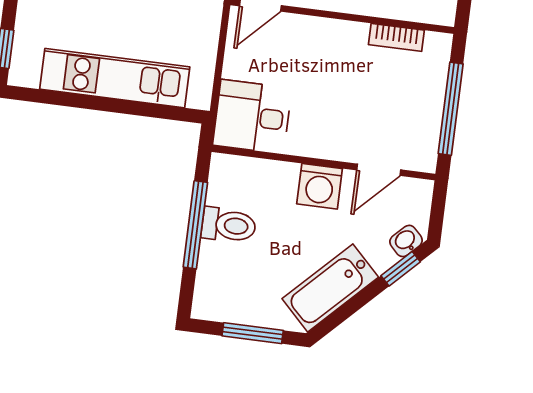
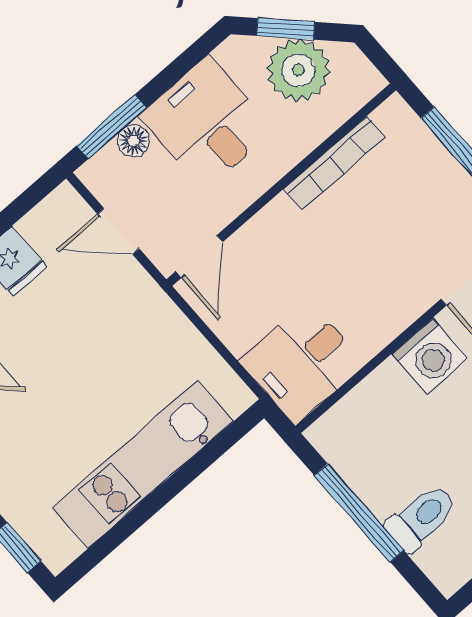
bookcase: (396, 37) -> (335, 163), width x1.56
toilet: (229, 225) -> (422, 518), moved

